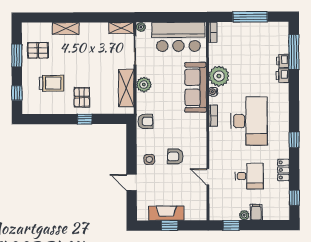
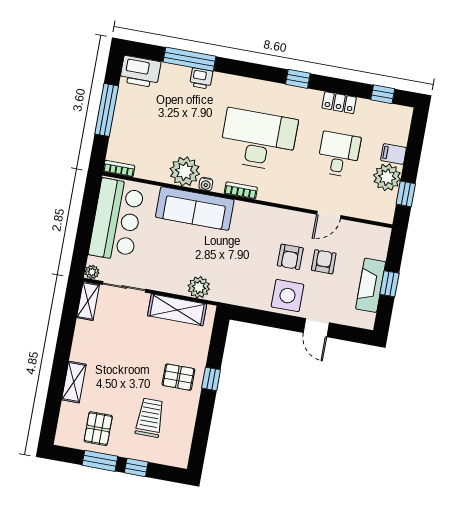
window: (294, 52) -> (189, 59), moved
printer: (283, 61) -> (140, 72), moved, width x1.87, depth x1.48
plant: (144, 85) -> (199, 287), moved
window: (17, 93) -> (136, 467), moved
armchair: (146, 121) -> (324, 262), moved
side table: (149, 159) -> (287, 296), width x1.87, depth x1.87
door: (132, 182) -> (316, 328), hinge flipped
plant: (244, 215) -> (387, 177), width x1.88, depth x1.88

